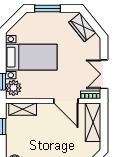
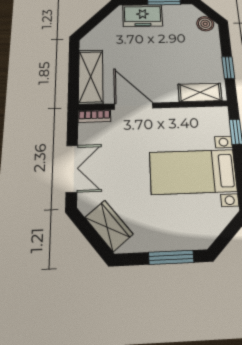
double door: (104, 74) -> (72, 169), moved
plant: (13, 88) -> (217, 123), removed

